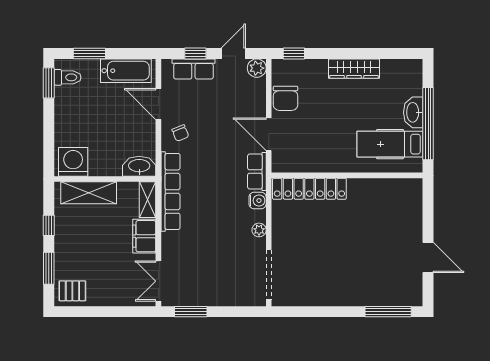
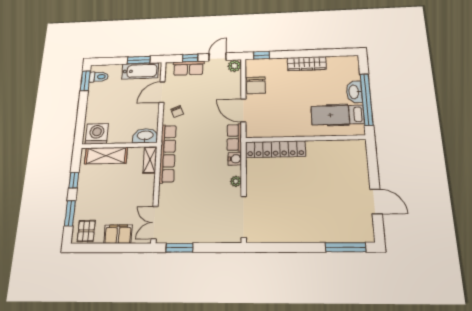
window: (89, 53) -> (139, 60), moved
door: (158, 104) -> (162, 92), hinge flipped
filing cabinet: (144, 236) -> (118, 234), moved, turned 90
pallet: (72, 291) -> (86, 231), turned 90

